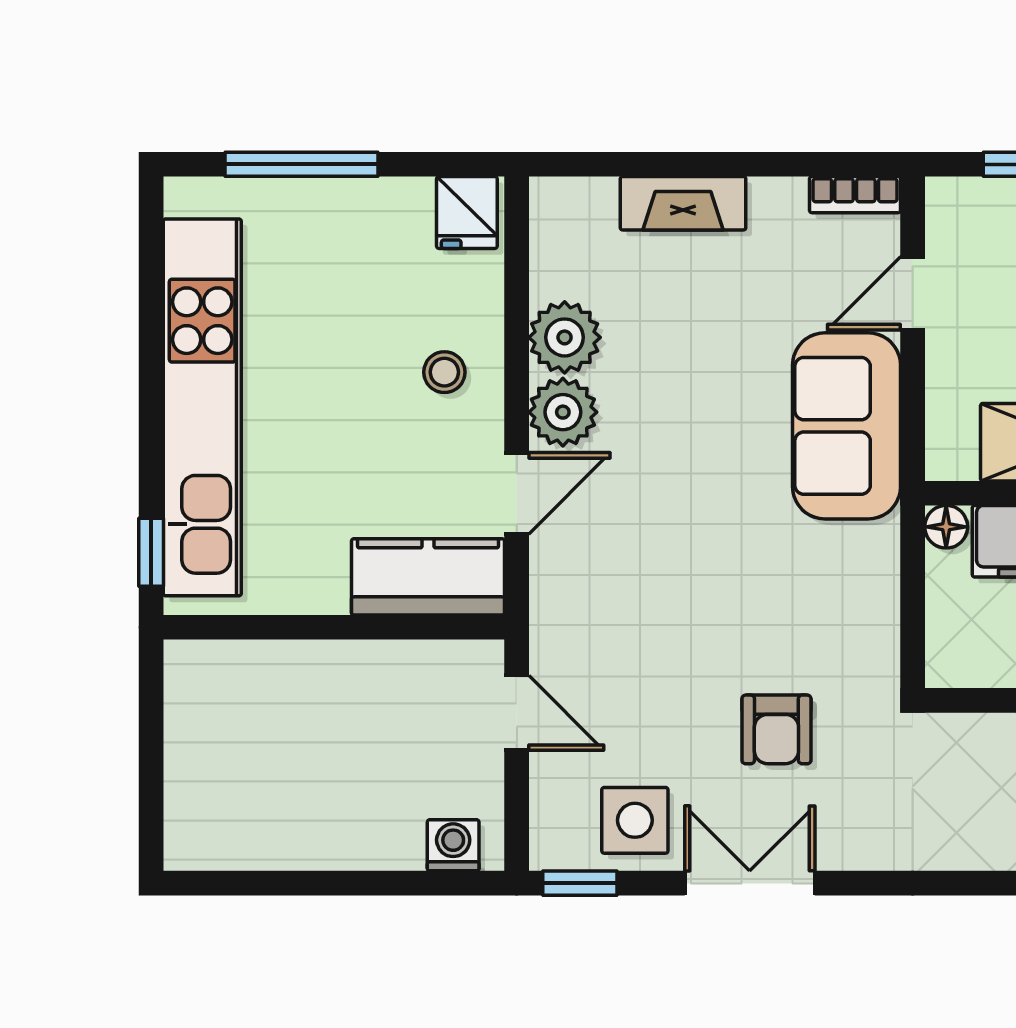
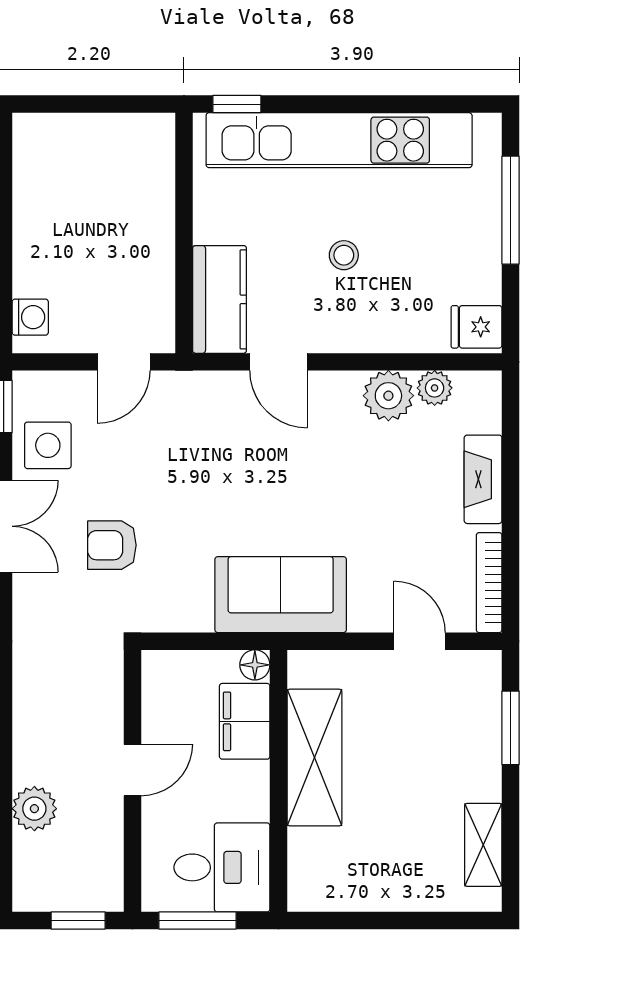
bookcase: (855, 195) -> (489, 583), width x1.56
stool: (444, 372) -> (344, 255), moved
plant: (563, 412) -> (435, 388), moved, width x0.73, depth x0.73
sofa: (847, 426) -> (281, 595), moved

